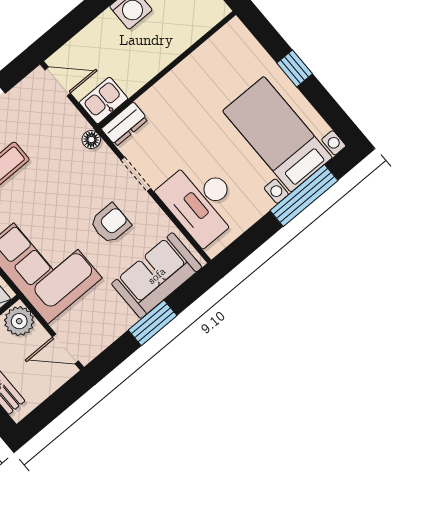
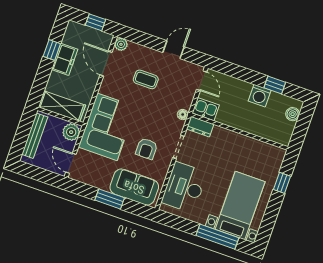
window: (295, 68) -> (282, 183), moved
armchair: (110, 224) -> (147, 149), turned 90

